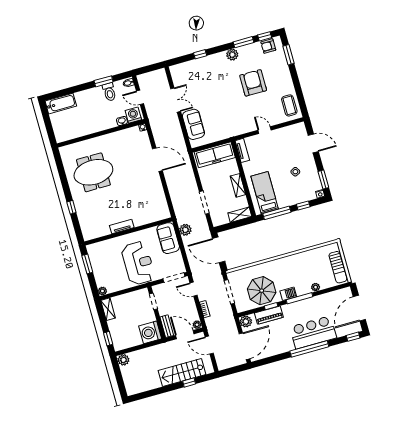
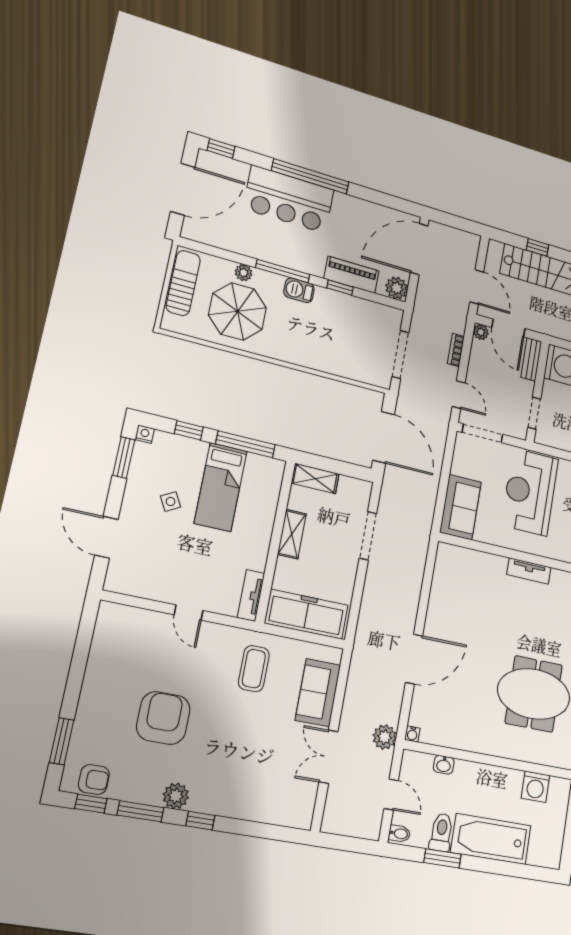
window: (200, 54) -> (200, 821), moved
armchair: (253, 83) -> (163, 718), turned 180
bathtub: (61, 104) -> (491, 839), moved, width x1.36, depth x1.36
coffee table: (289, 105) -> (254, 669), moved
washing machine: (133, 115) -> (535, 787), moved
door: (157, 160) -> (414, 659), swing flipped
bed: (265, 193) -> (221, 487), moved
plant: (185, 230) -> (385, 737), moved
parasol: (262, 291) -> (238, 311), moved

